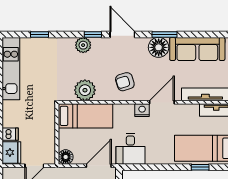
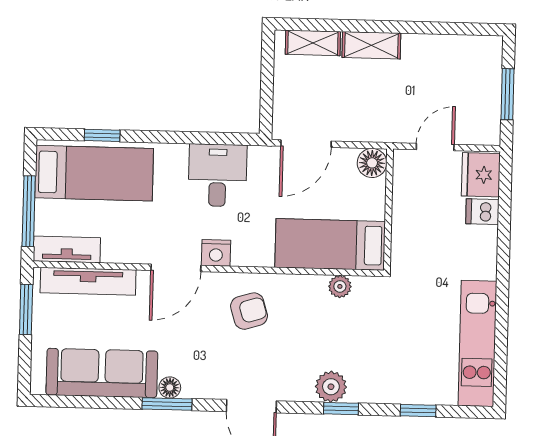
window: (93, 34) -> (341, 409), moved
floor lamp: (159, 47) -> (170, 388), width x0.53, depth x0.53
plant: (85, 90) -> (340, 286), width x0.53, depth x0.53
desk: (130, 149) -> (218, 175), moved

